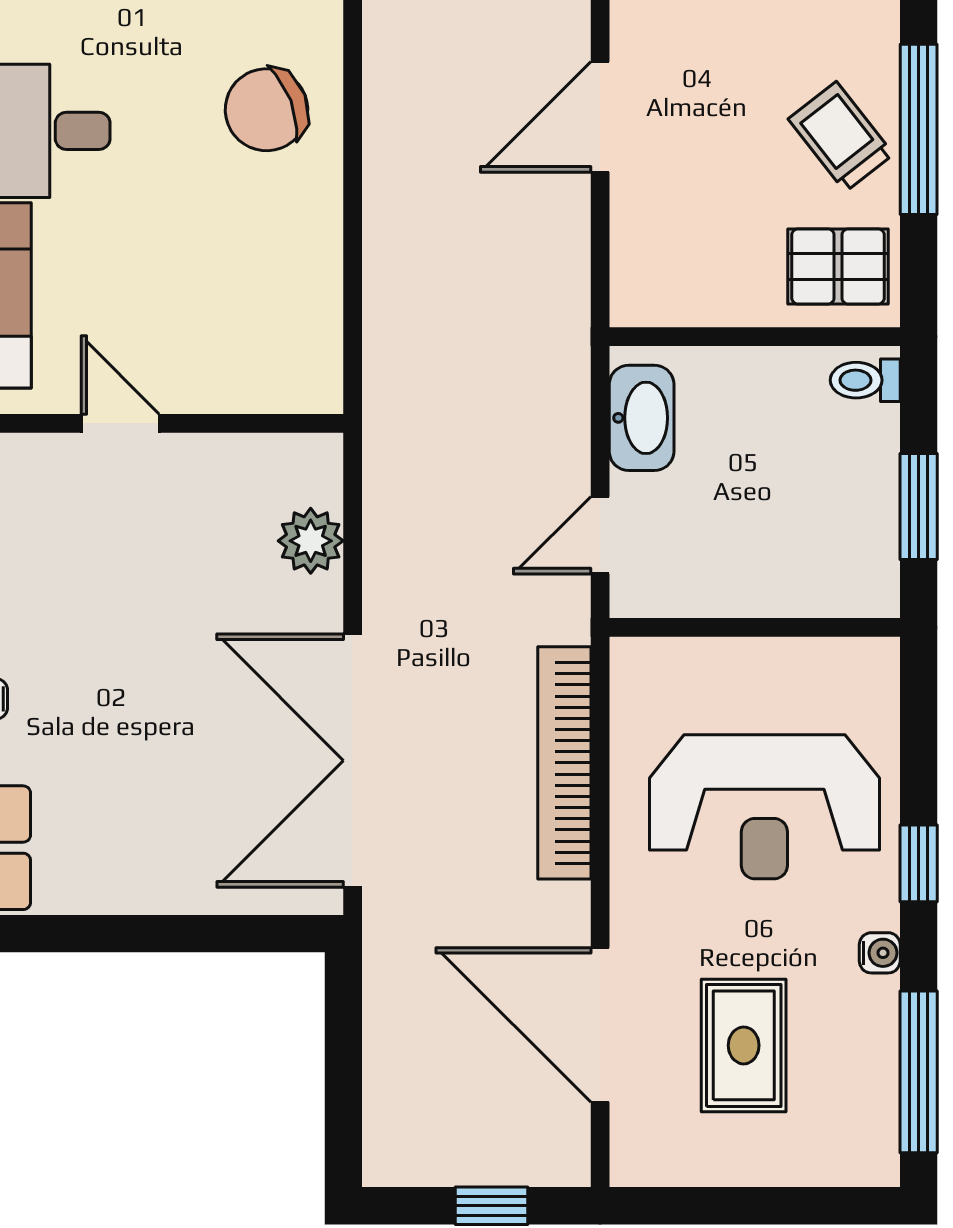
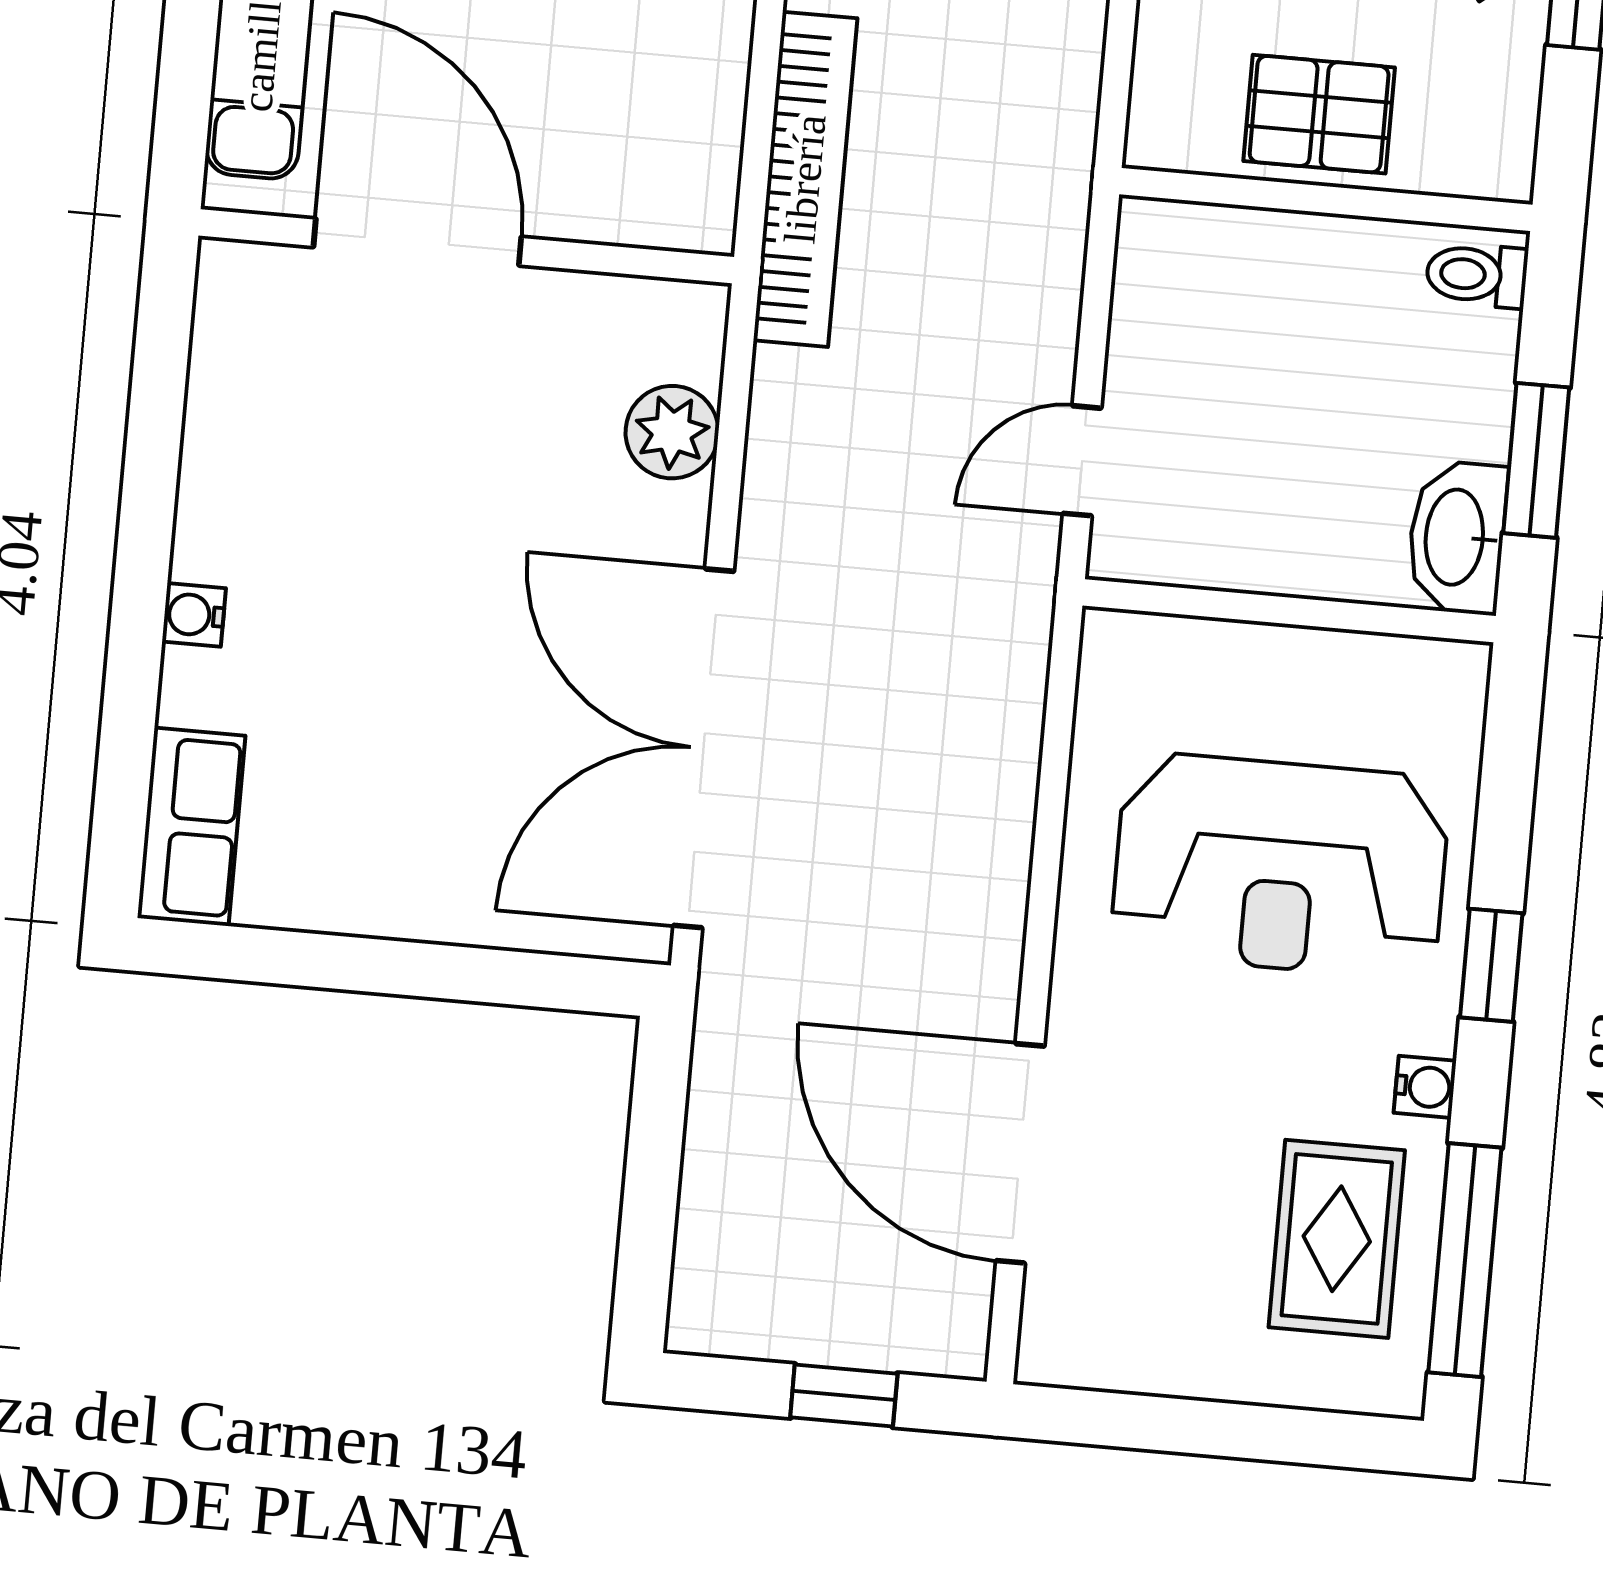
pallet: (838, 266) -> (1319, 114), moved
washbasin: (642, 418) -> (1457, 537), moved, turned 180
door: (120, 423) -> (417, 242), width x1.87
bookcase: (564, 763) -> (805, 179), moved, turned 180
rug: (744, 1045) -> (1337, 1239), moved

